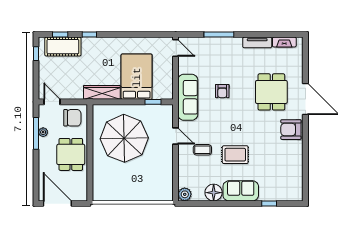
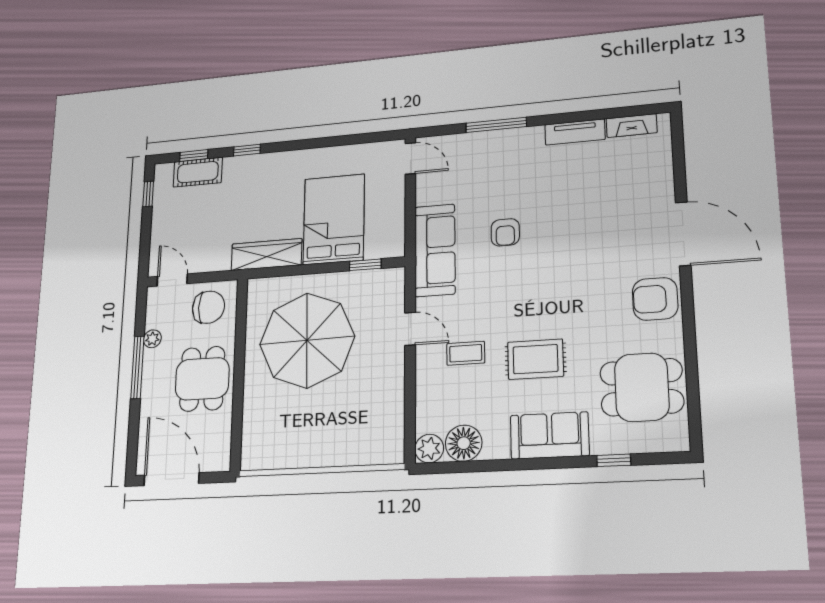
cot: (63, 47) -> (198, 172), width x0.73, depth x0.75
dining table: (271, 92) -> (642, 387), moved, turned 90
window: (36, 133) -> (137, 367), moved
floor lamp: (214, 193) -> (464, 443), moved

